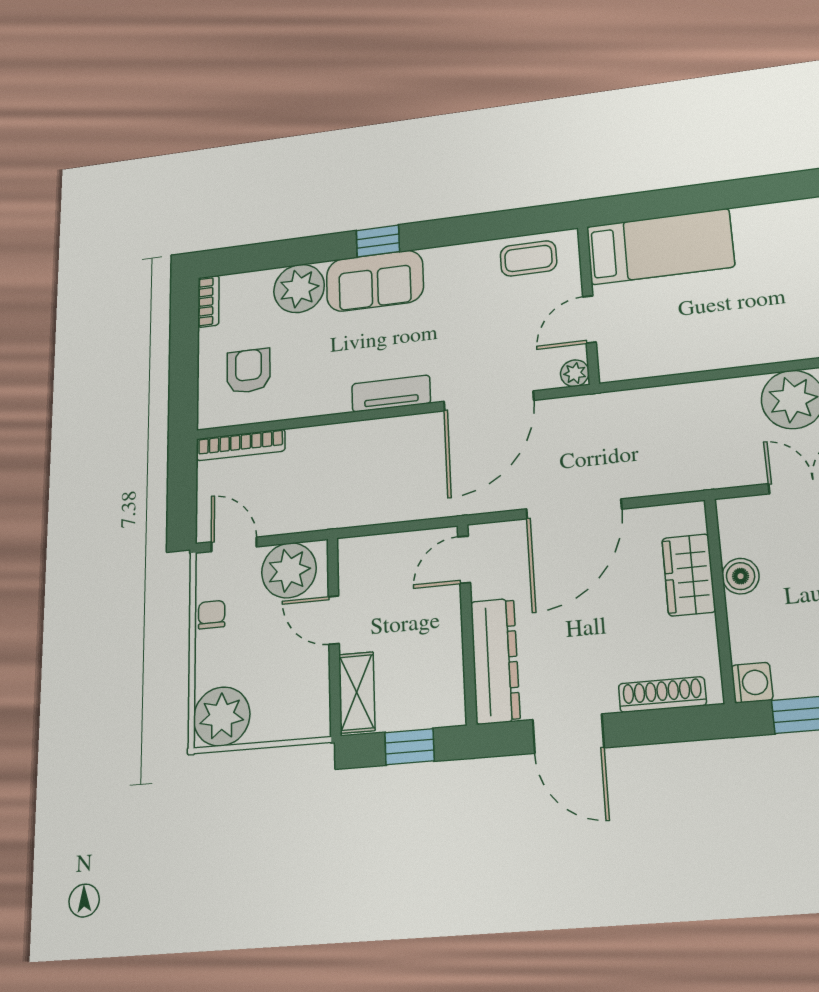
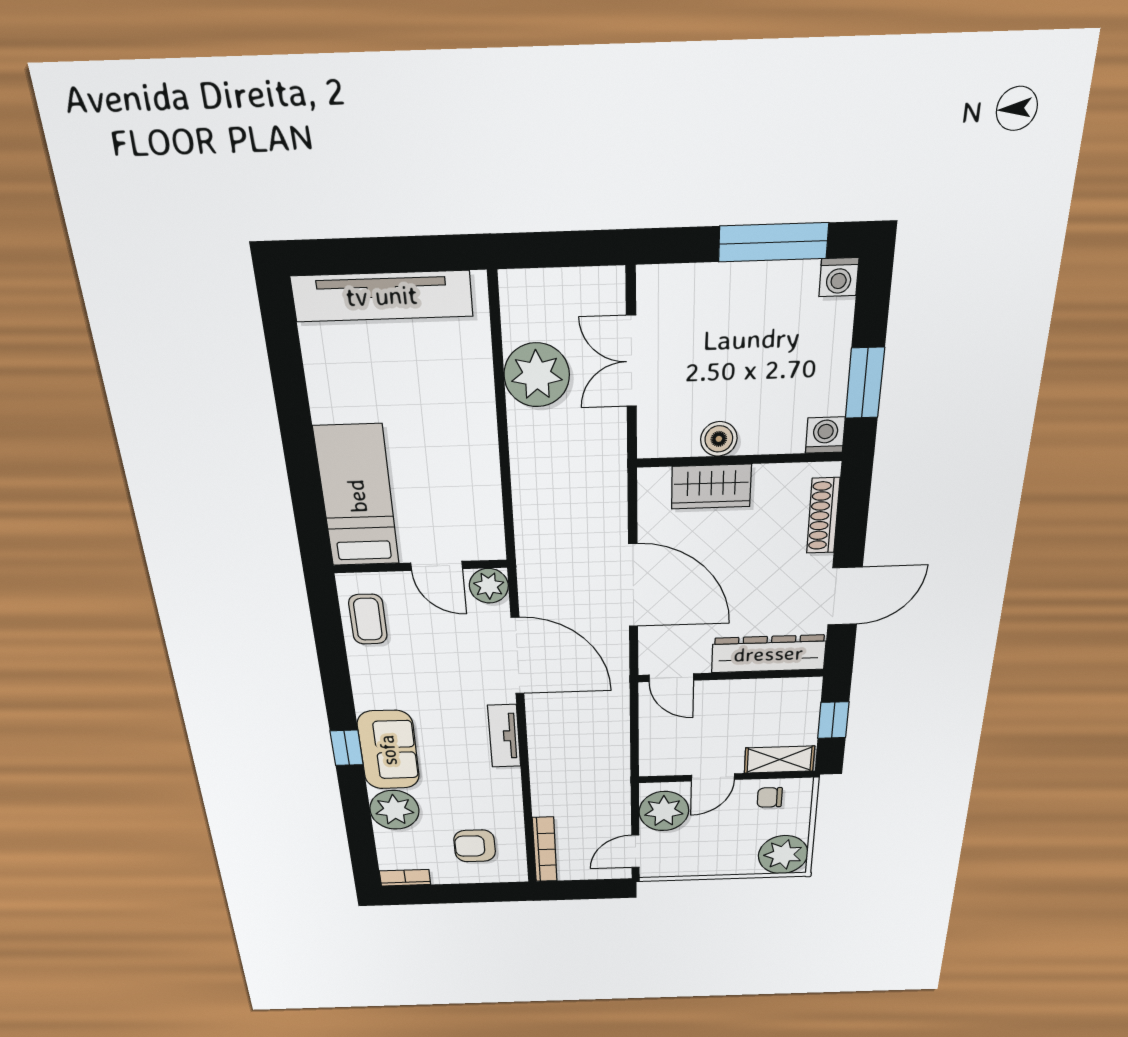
plant: (575, 373) -> (489, 586), width x1.38, depth x1.38
chair: (212, 615) -> (770, 797), moved

